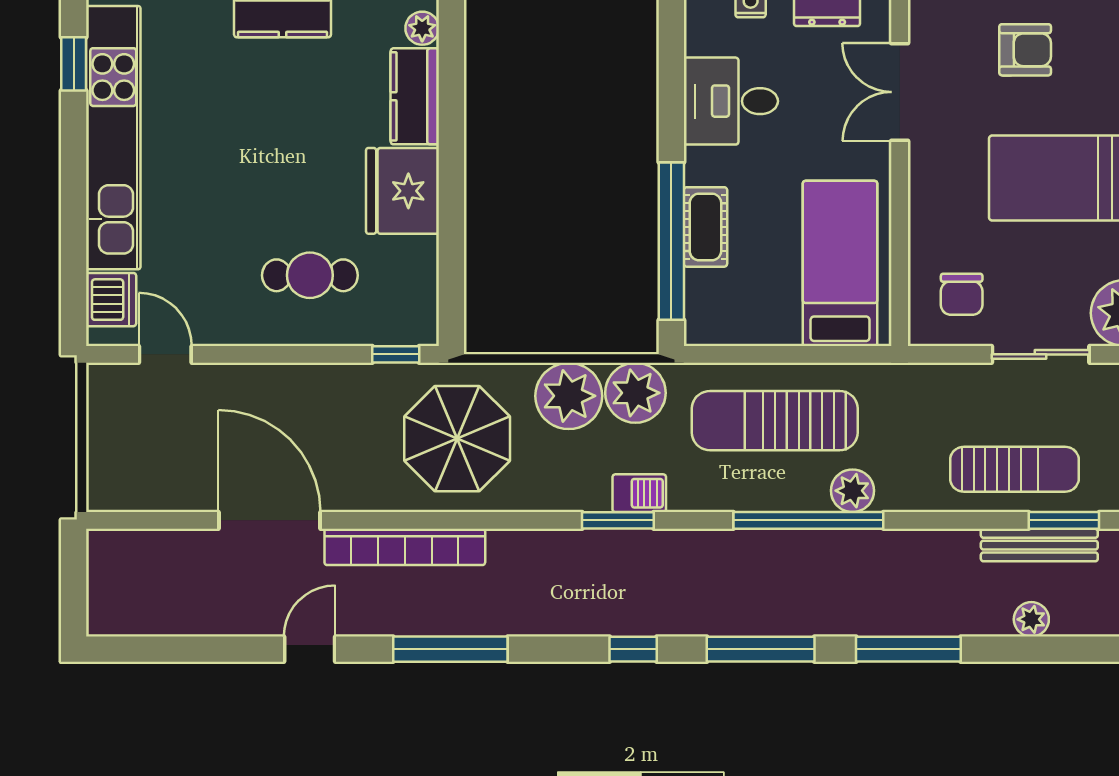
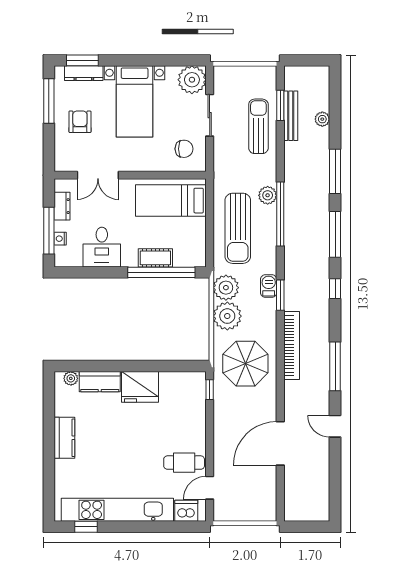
cafe table: (310, 275) -> (184, 463), moved, turned 90
bookcase: (405, 547) -> (292, 346), moved

